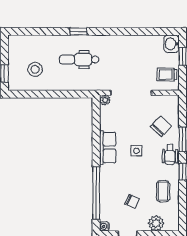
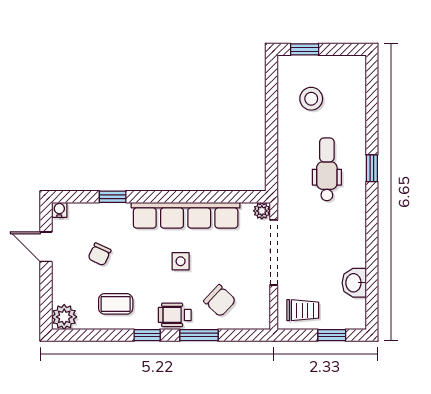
washbasin: (171, 44) -> (354, 283), moved, turned -90
trolley: (167, 75) -> (303, 310), turned 90
row of seats: (108, 148) -> (186, 215), width x2.02
window: (96, 193) -> (113, 197), width x0.32
plant: (156, 223) -> (64, 317), moved

